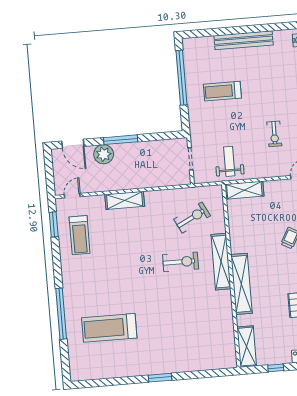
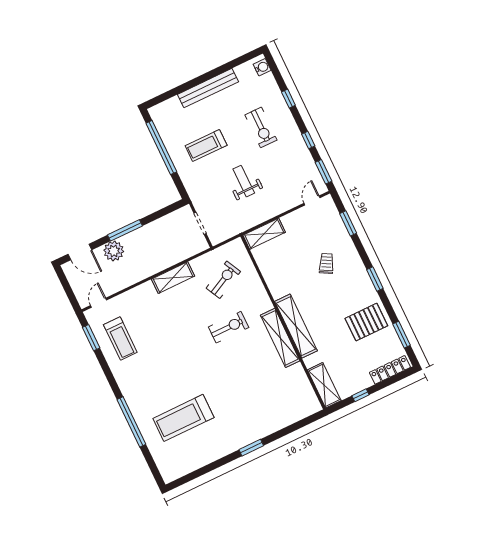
exercise bike: (274, 134) -> (261, 127), moved, width x1.38, depth x1.39
weight bench: (229, 161) -> (244, 181), moved
shelving: (125, 200) -> (173, 278), moved
shelving: (221, 262) -> (280, 338), moved

